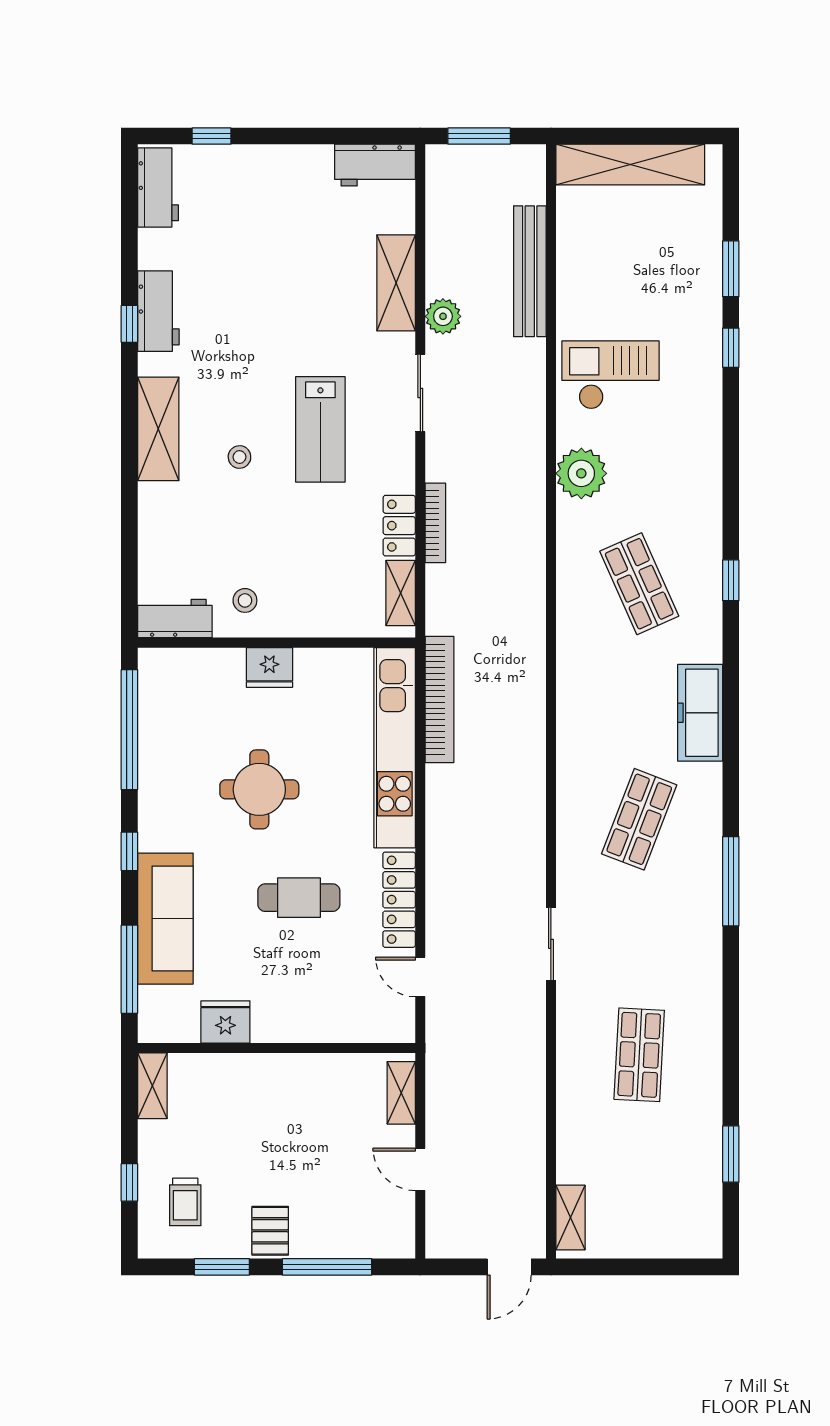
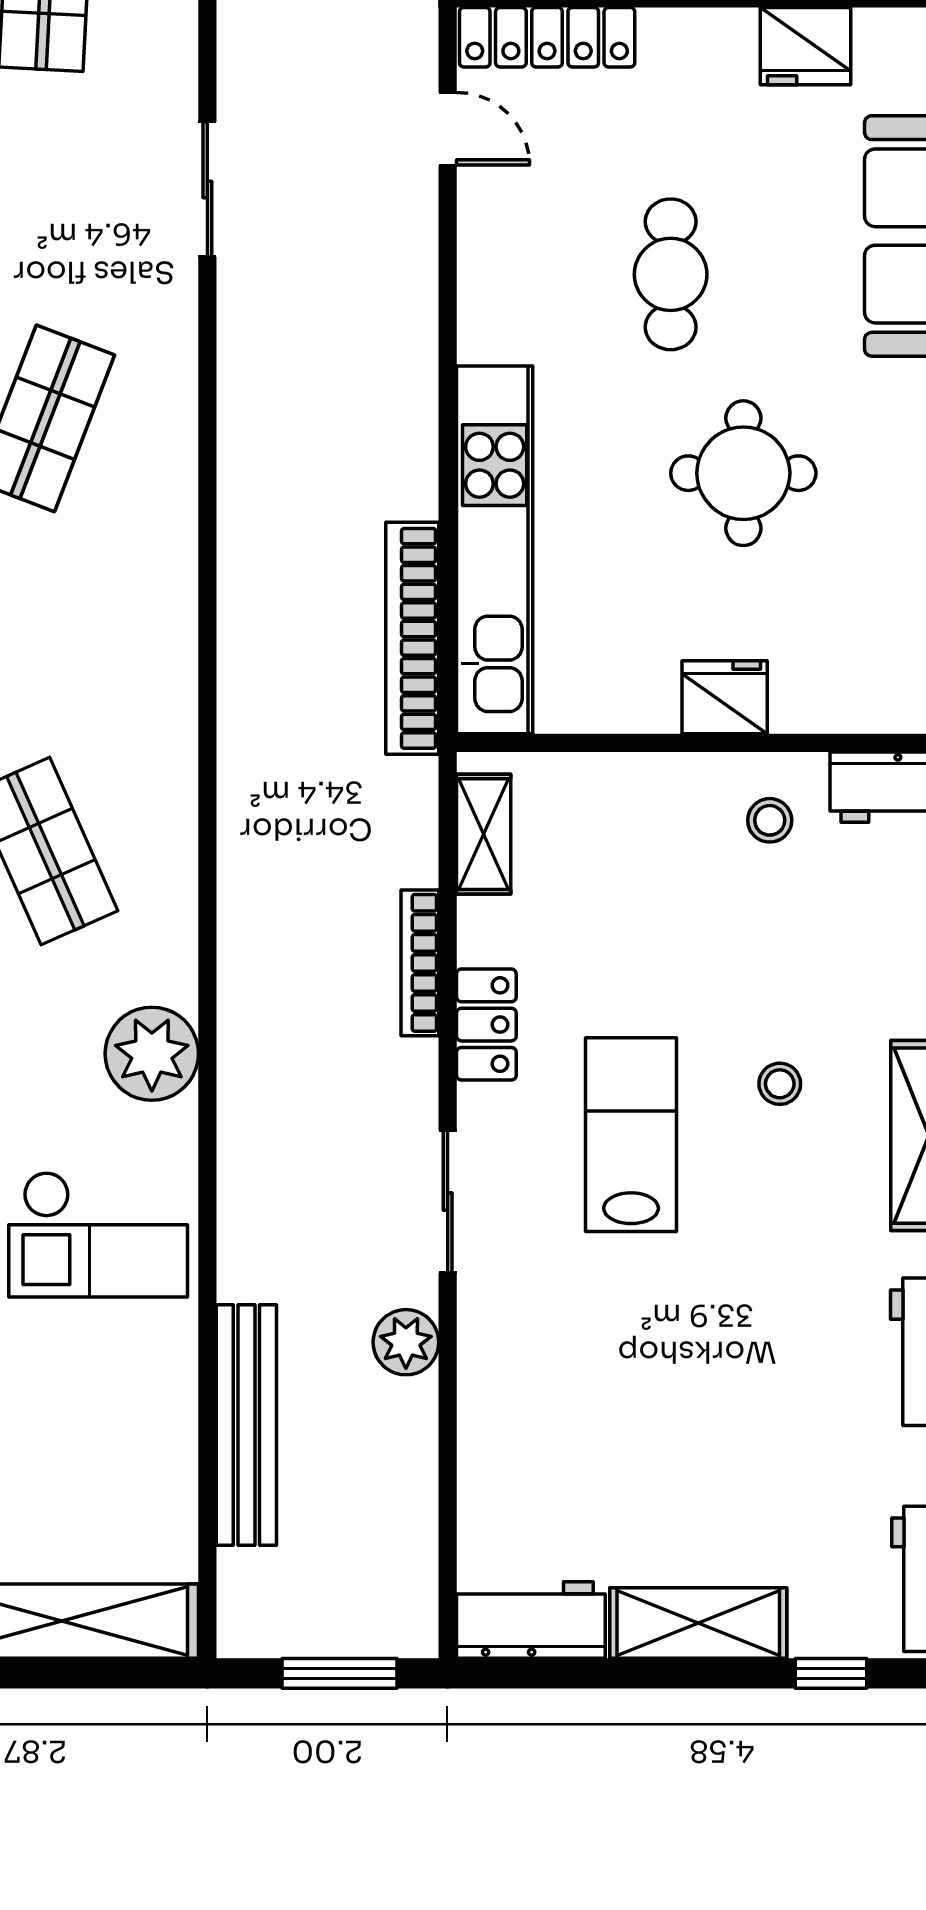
shelving: (396, 283) -> (698, 1623), moved, turned 90
locker: (399, 526) -> (486, 1025), moved
cafe table: (299, 898) -> (671, 274), turned 90
locker: (399, 900) -> (547, 37), moved, turned 90

